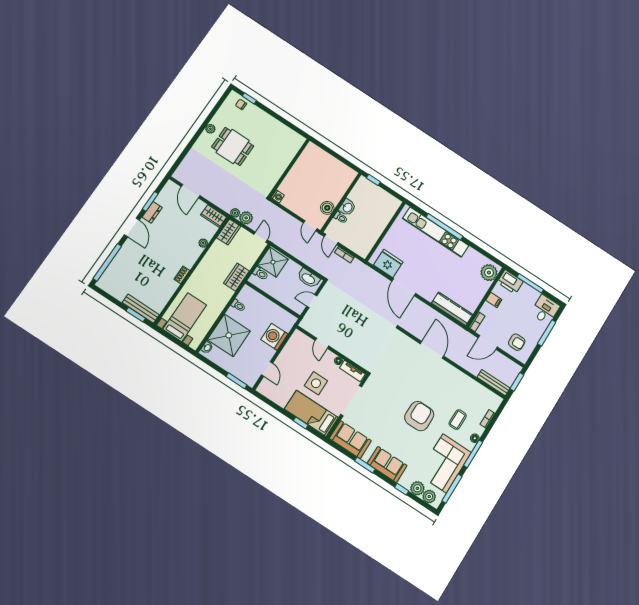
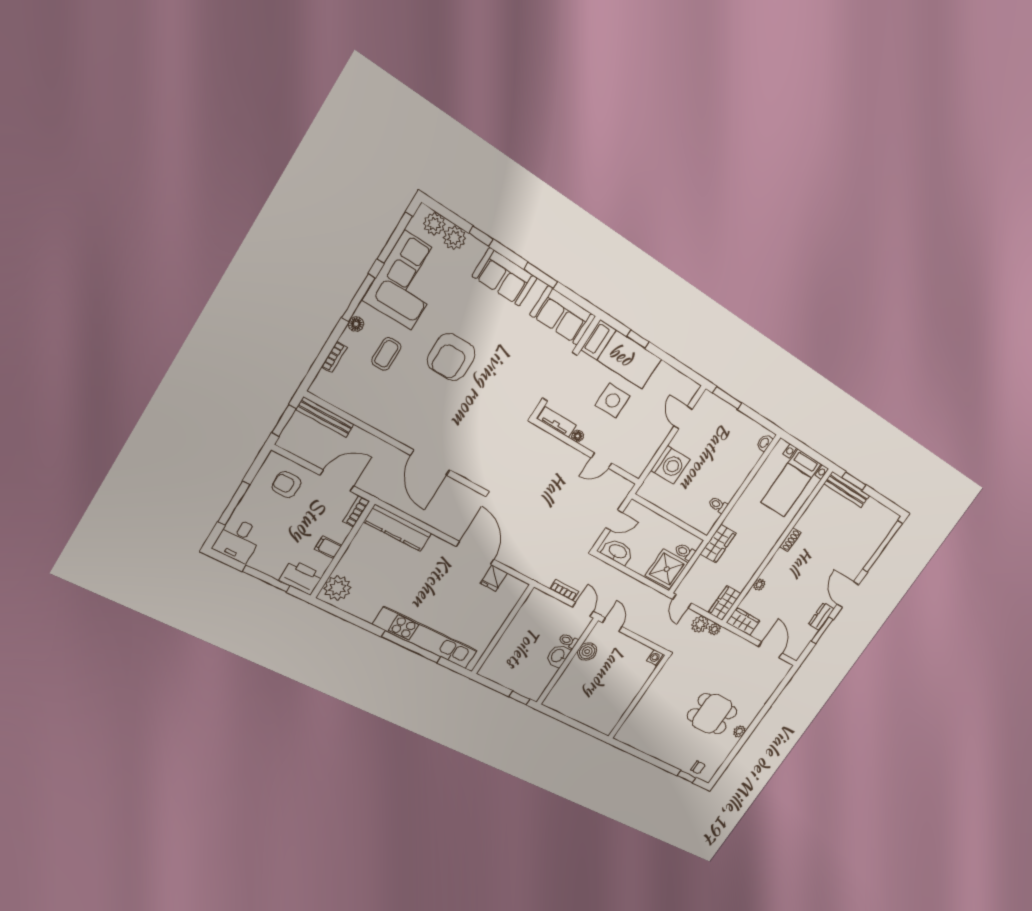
fridge: (388, 263) -> (494, 578), width x0.53, depth x0.75
shower: (229, 335) -> (734, 462), removed
door: (322, 343) -> (601, 461), swing flipped

